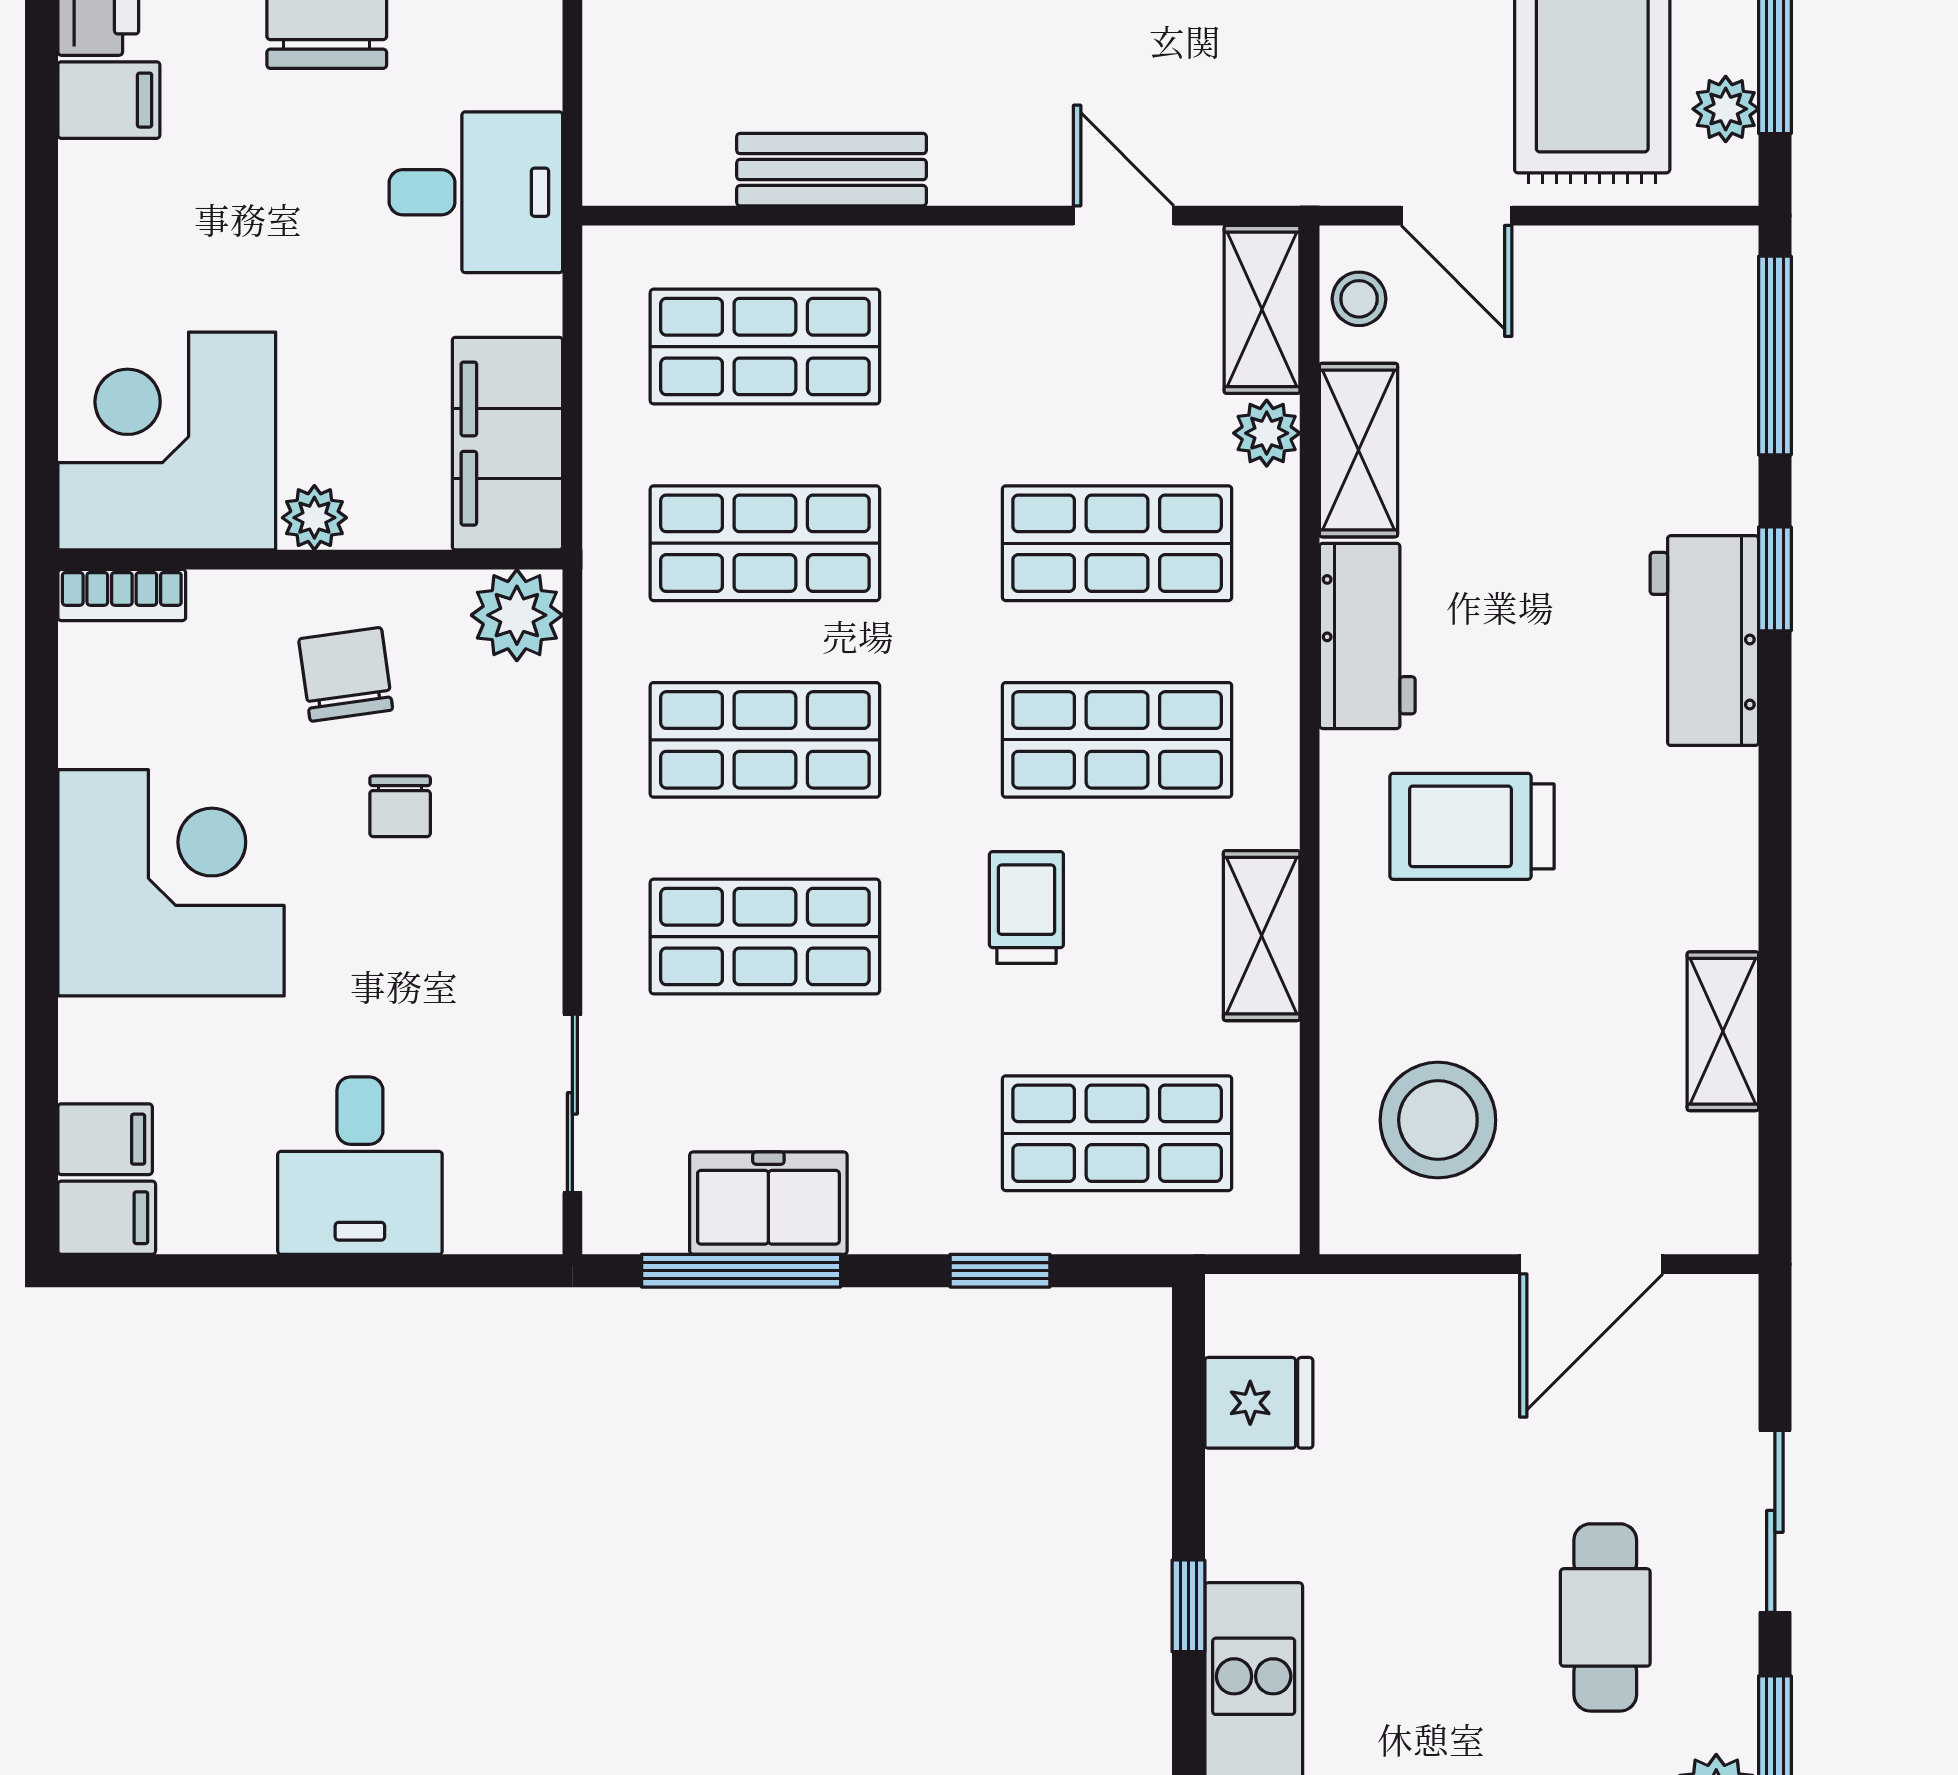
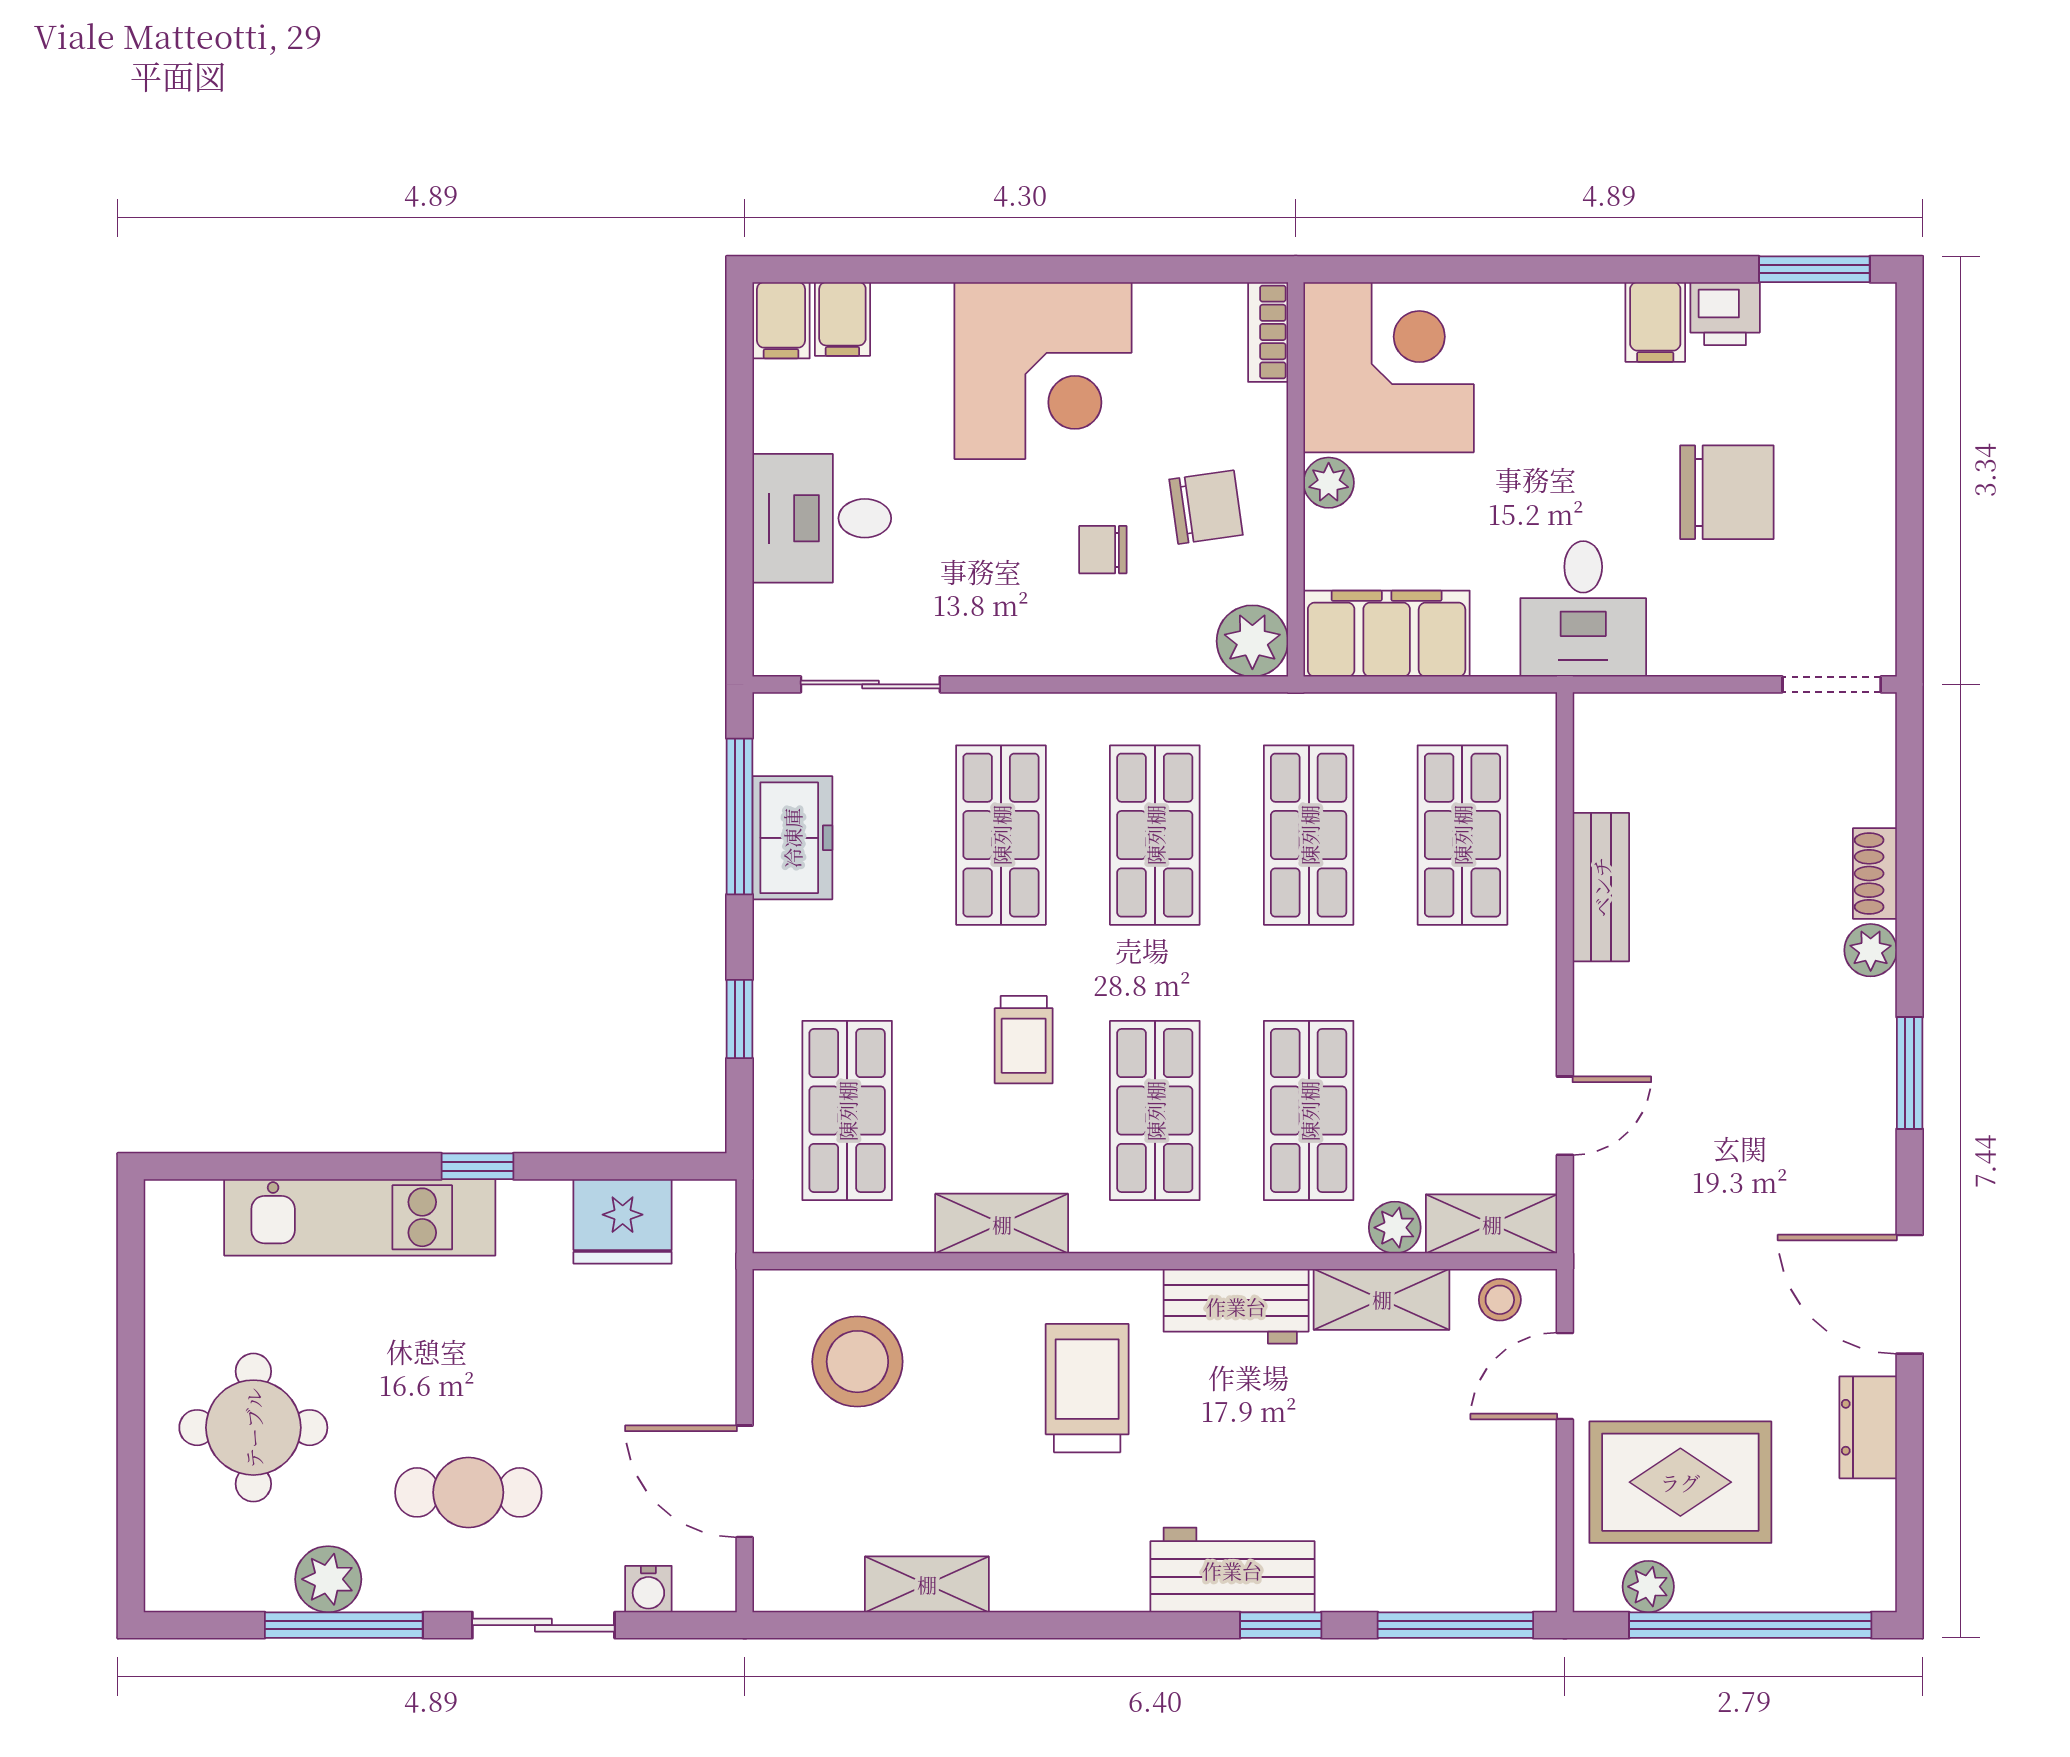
trolley: (1026, 907) -> (1024, 1040), turned 90
water cooler: (1729, 1387) -> (648, 1589), added
fridge: (1259, 1403) -> (623, 1221), width x1.38

